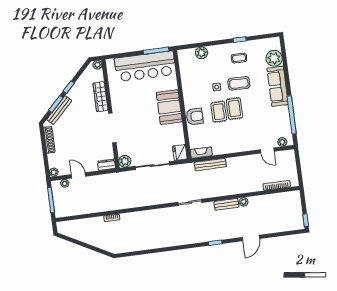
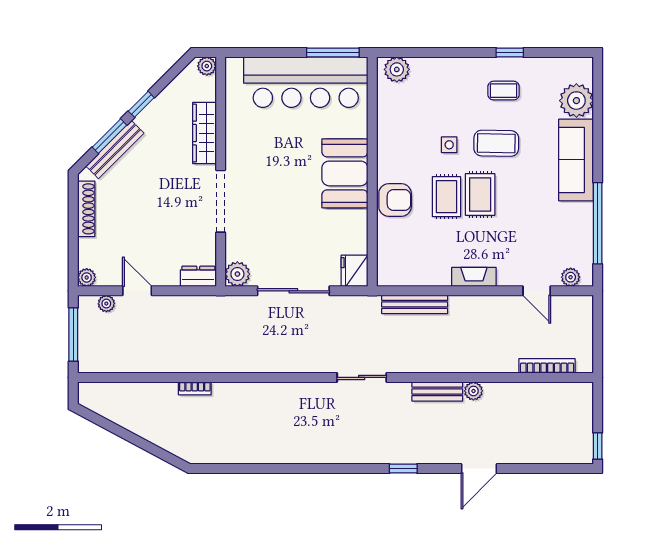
plant: (202, 53) -> (397, 69), moved
fireplace: (201, 153) -> (474, 277), moved

